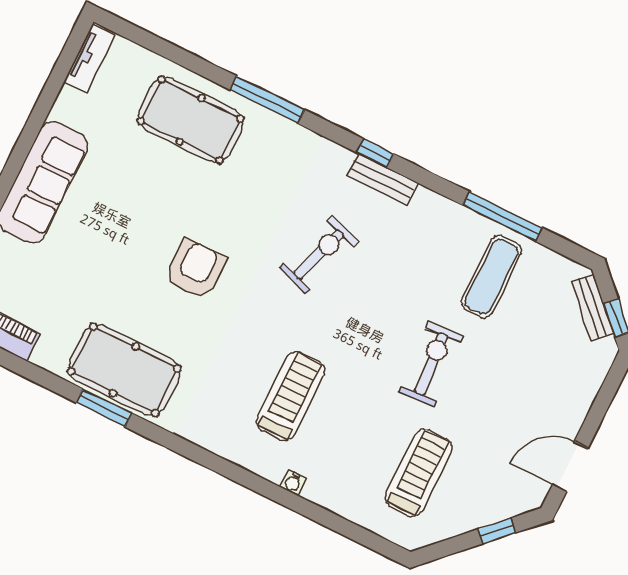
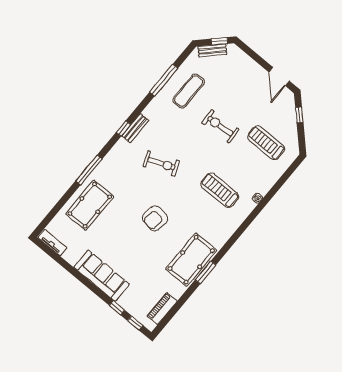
exercise bike: (319, 255) -> (161, 164), turned 139
armchair: (196, 269) -> (155, 218), turned -81
exercise mat: (492, 276) -> (189, 91), turned 90

